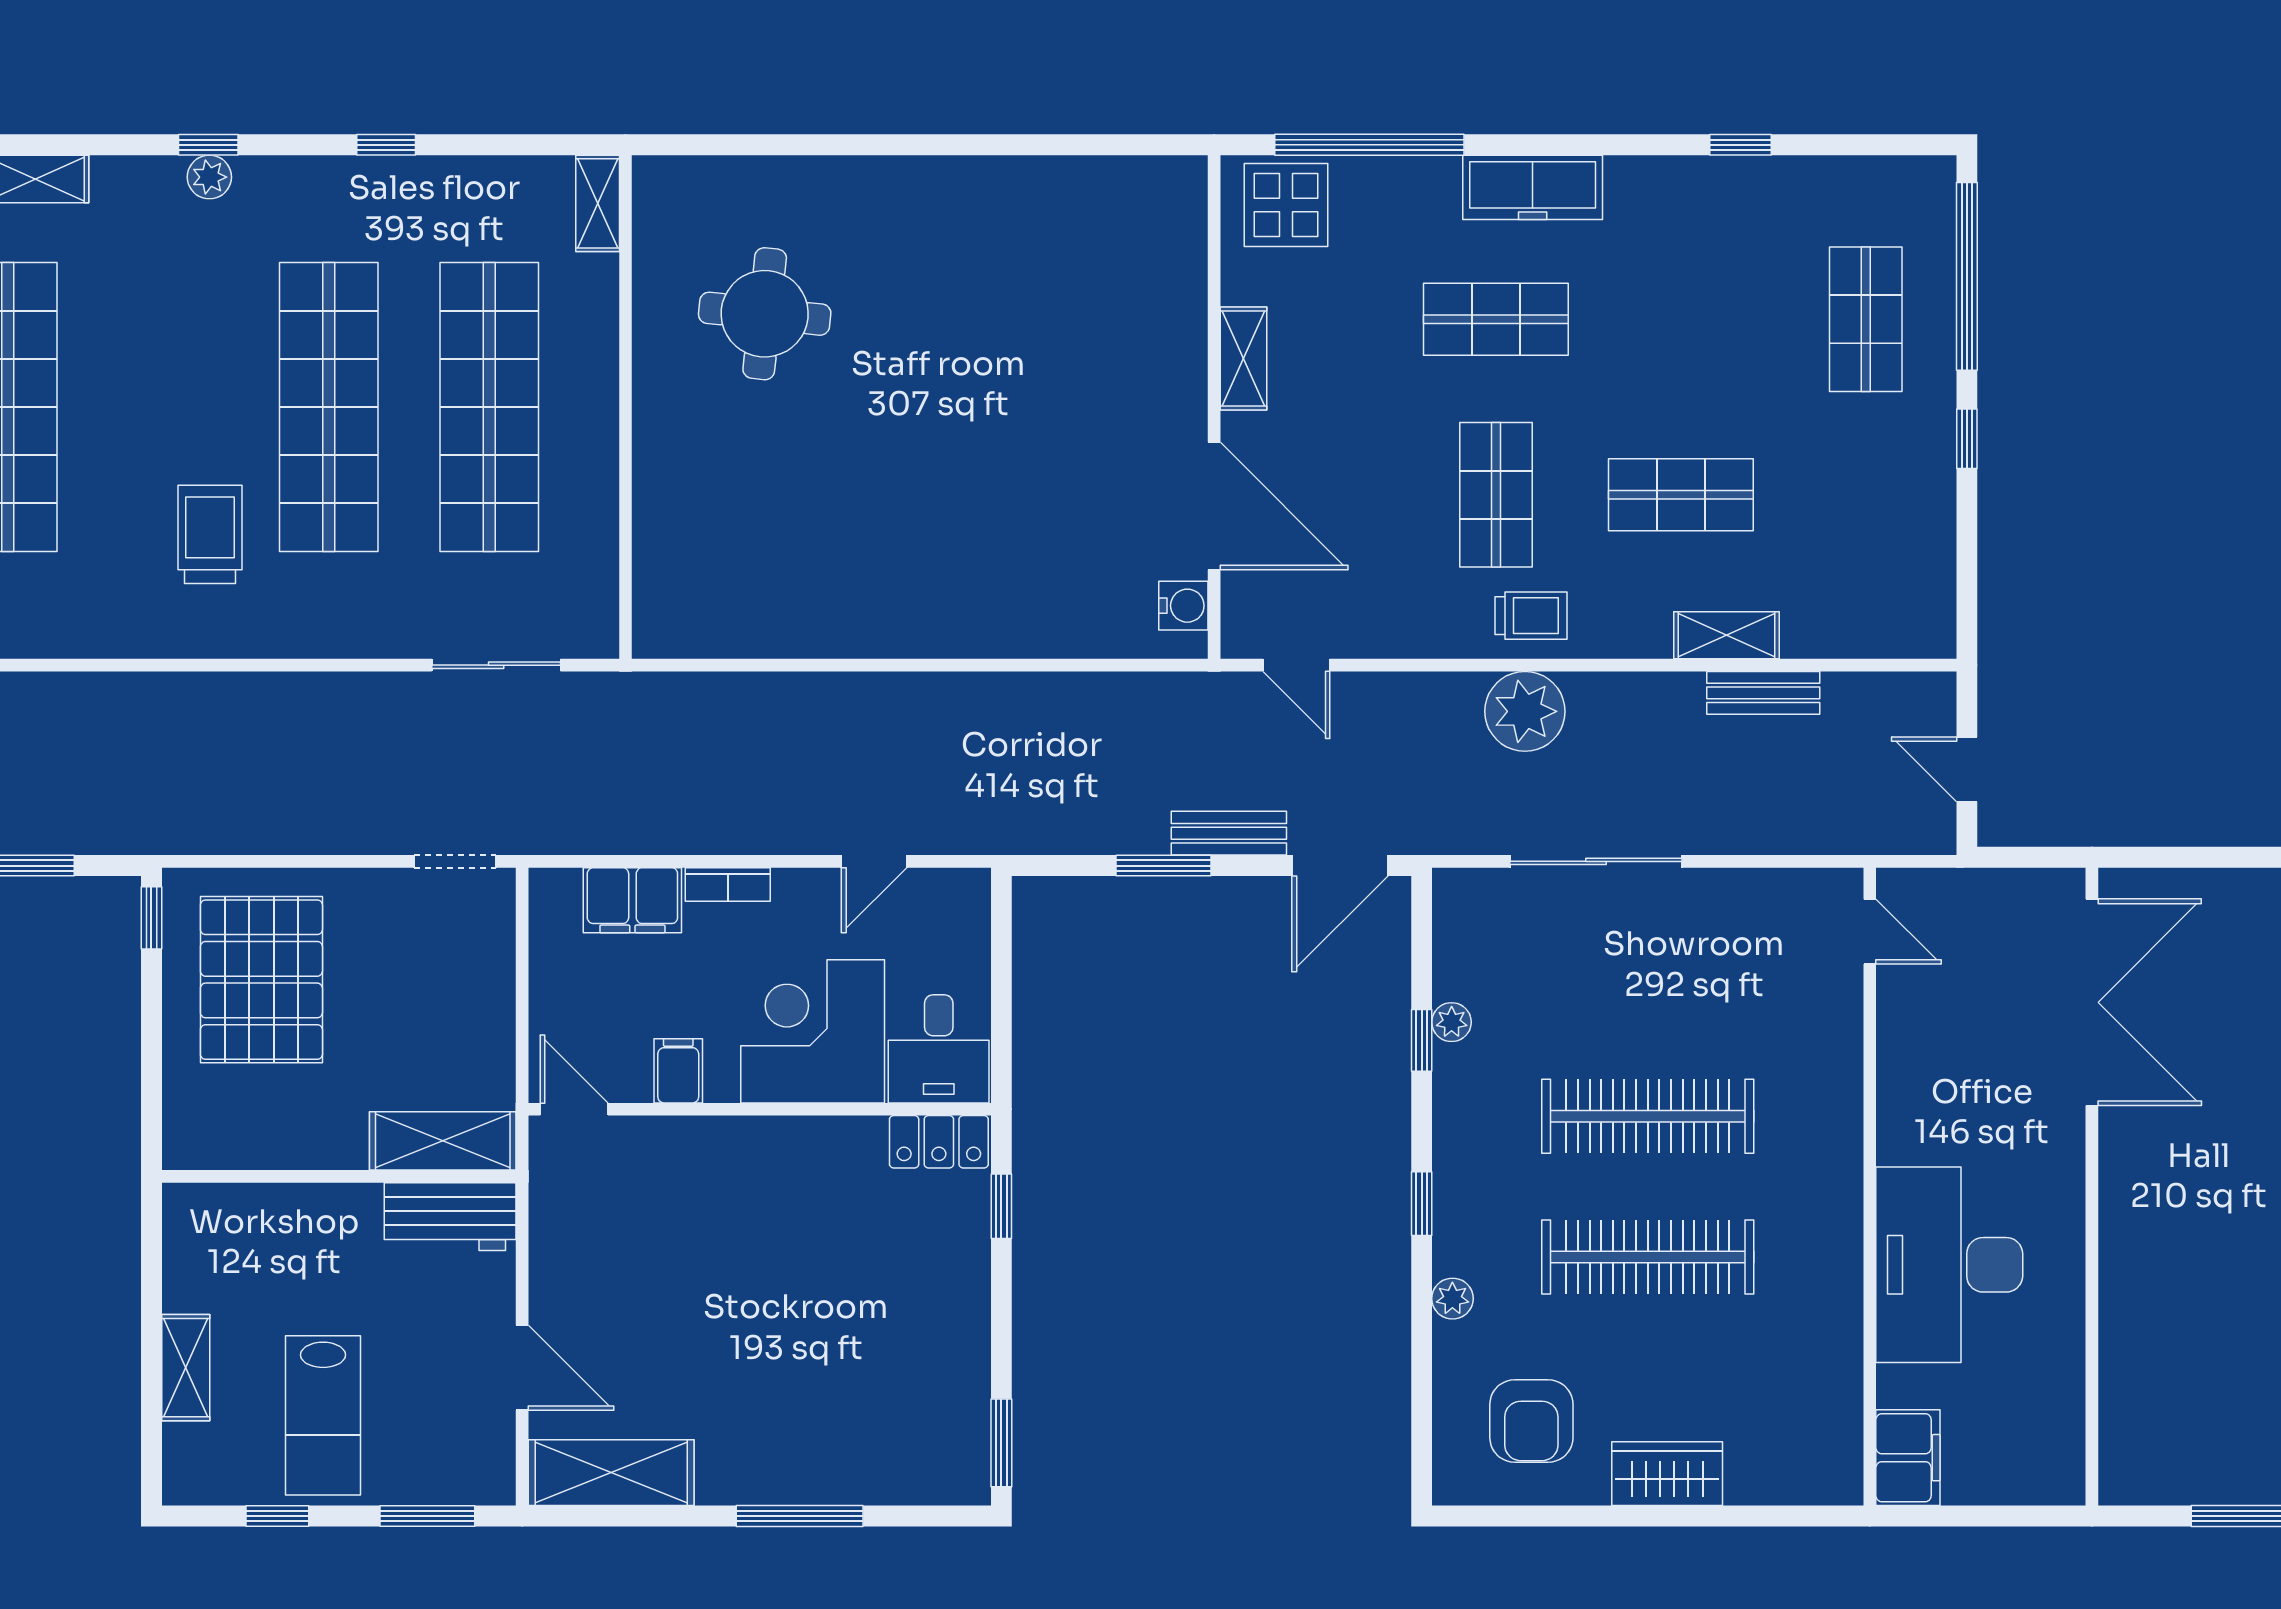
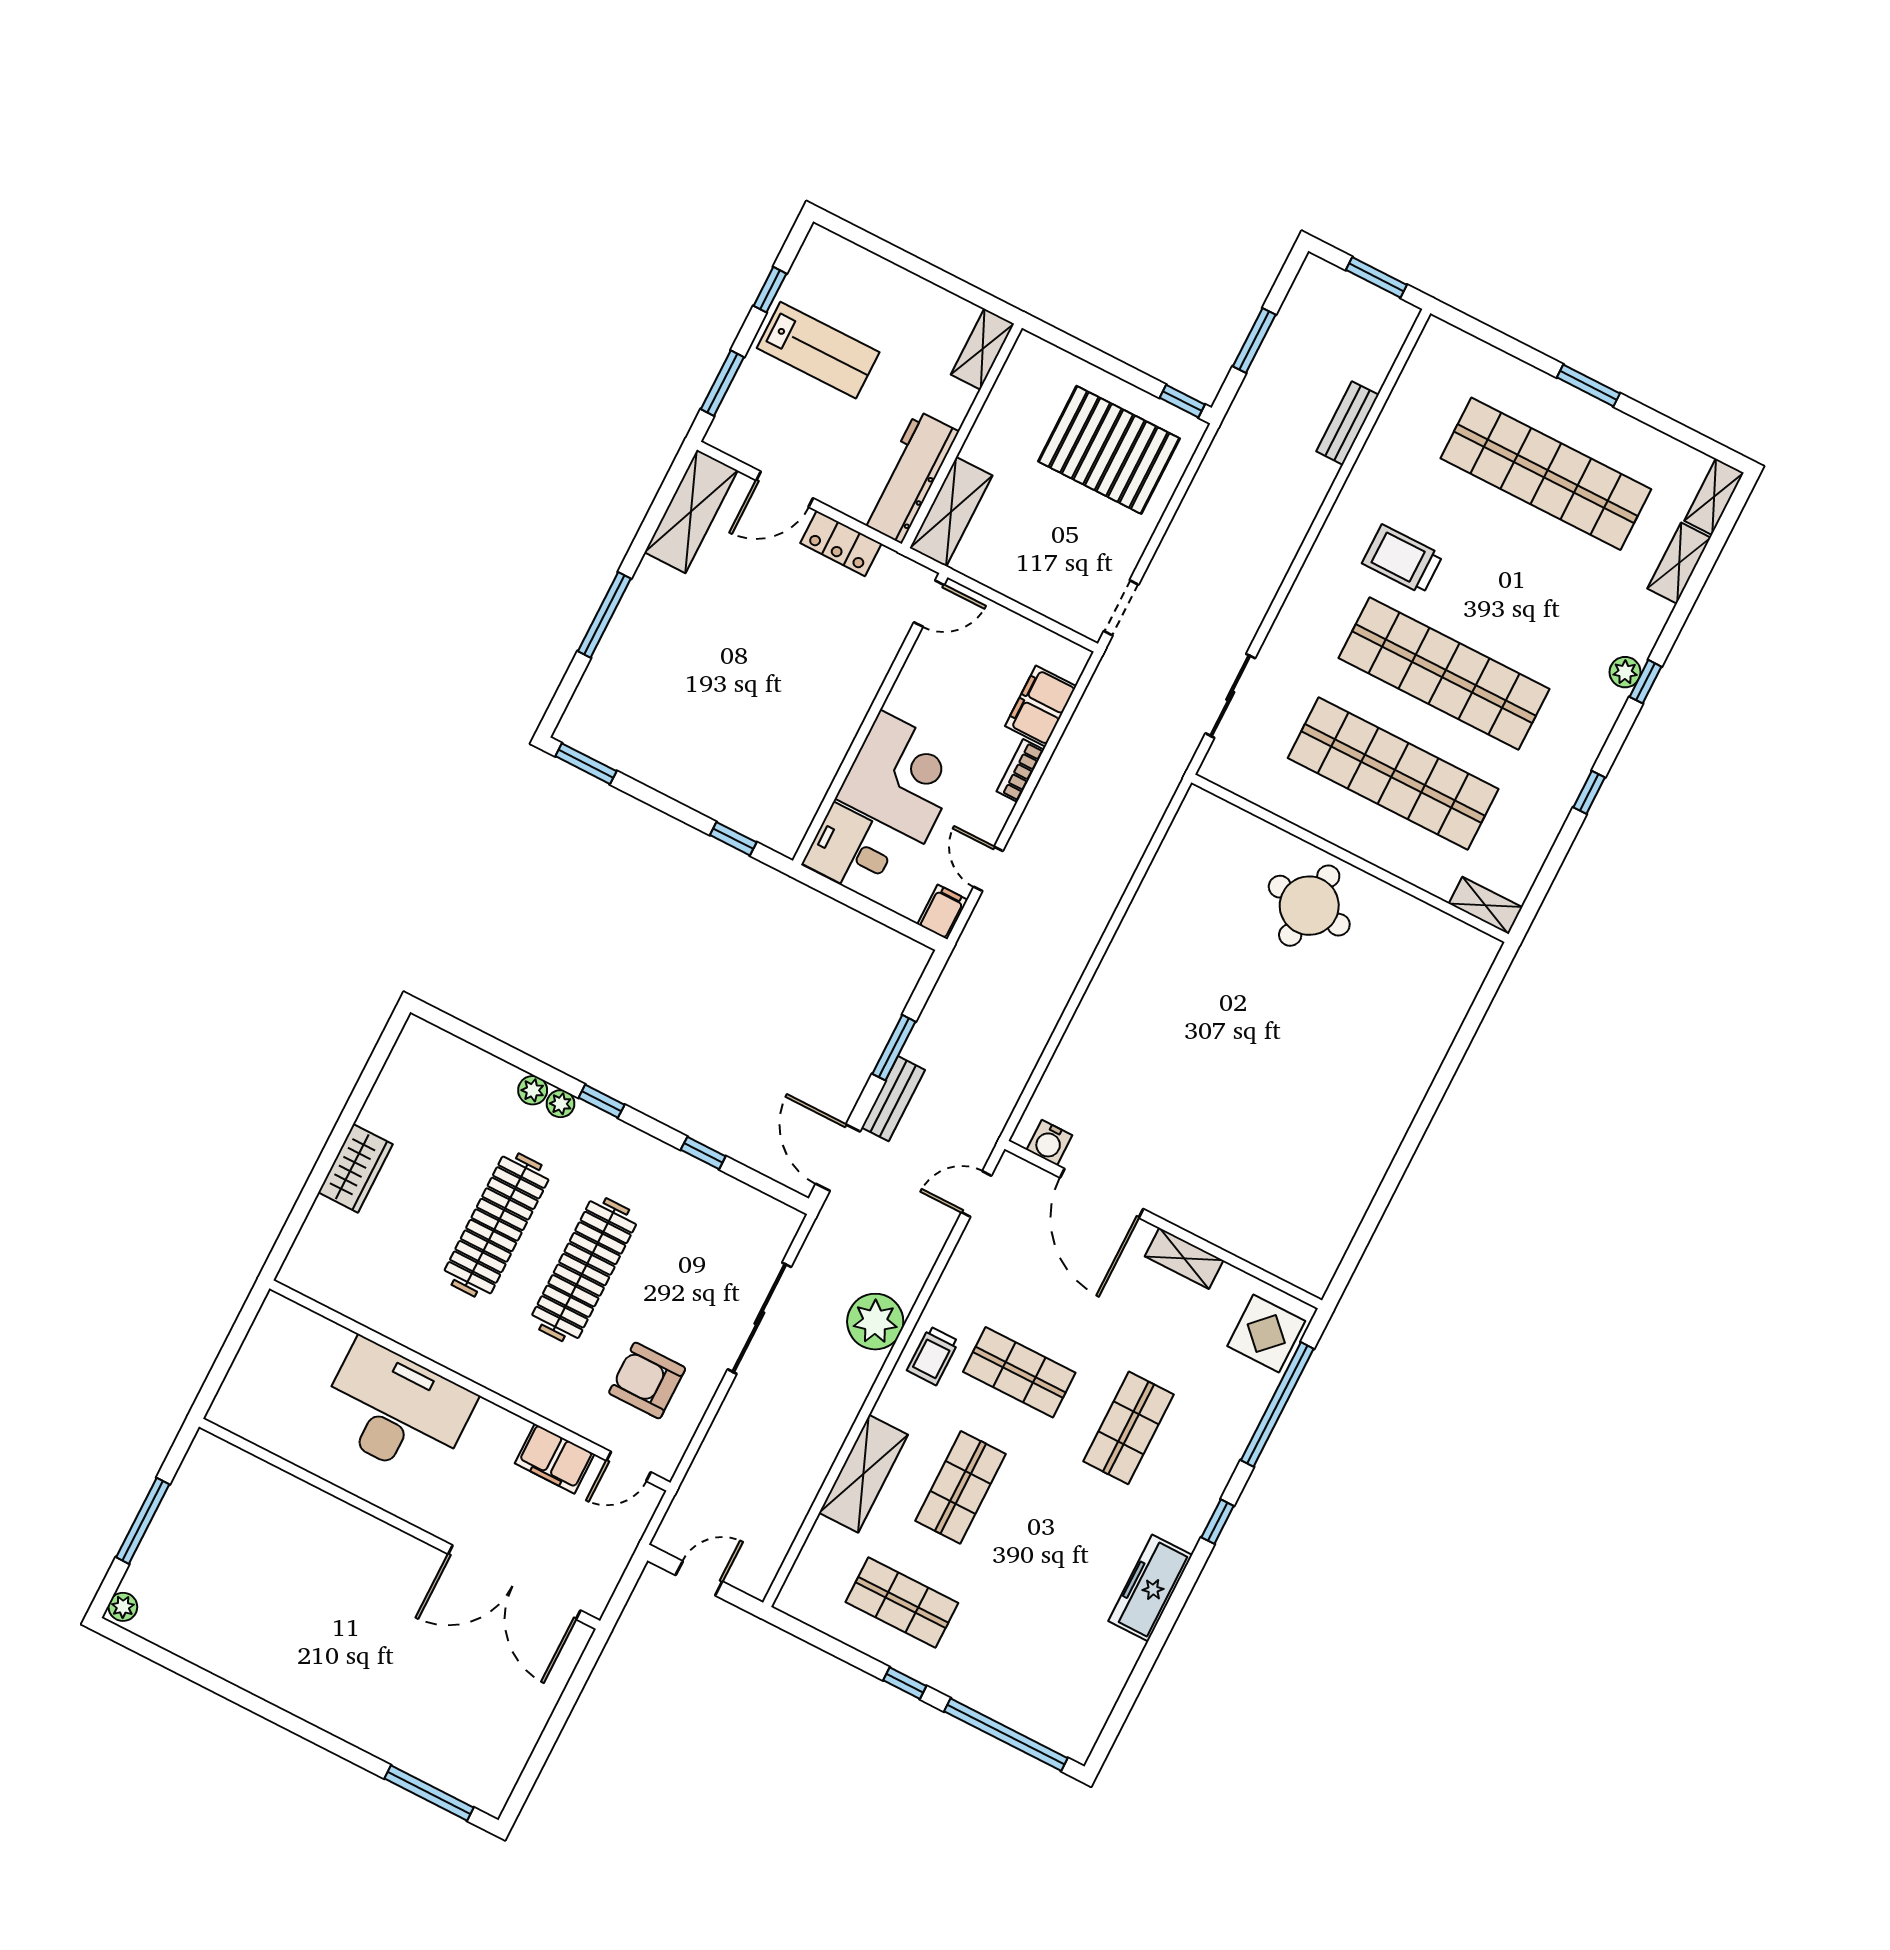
window: (1740, 145) -> (1218, 1522), moved
freezer: (1533, 187) -> (1150, 1588), moved
round table: (765, 314) -> (1309, 906), moved
shop shelf: (1866, 319) -> (902, 1602), moved
door: (1214, 506) -> (1102, 1193), hinge flipped
trolley: (210, 534) -> (1402, 559), turned 180
shelving: (1726, 635) -> (864, 1474), width x1.50, depth x1.33
bench: (1763, 693) -> (1347, 423), moved
plant: (1452, 1022) -> (561, 1104), moved
filing cabinet: (678, 1071) -> (942, 912), moved, turned -90
locker: (939, 1142) -> (841, 543), moved, turned -90
workbench: (450, 1217) -> (909, 477), width x1.38
shelving: (186, 1368) -> (982, 349), moved, turned 90
lab bench: (323, 1415) -> (818, 350), turned 180
armchair: (1531, 1421) -> (647, 1381), moved
filing cabinet: (1908, 1458) -> (555, 1459), moved

